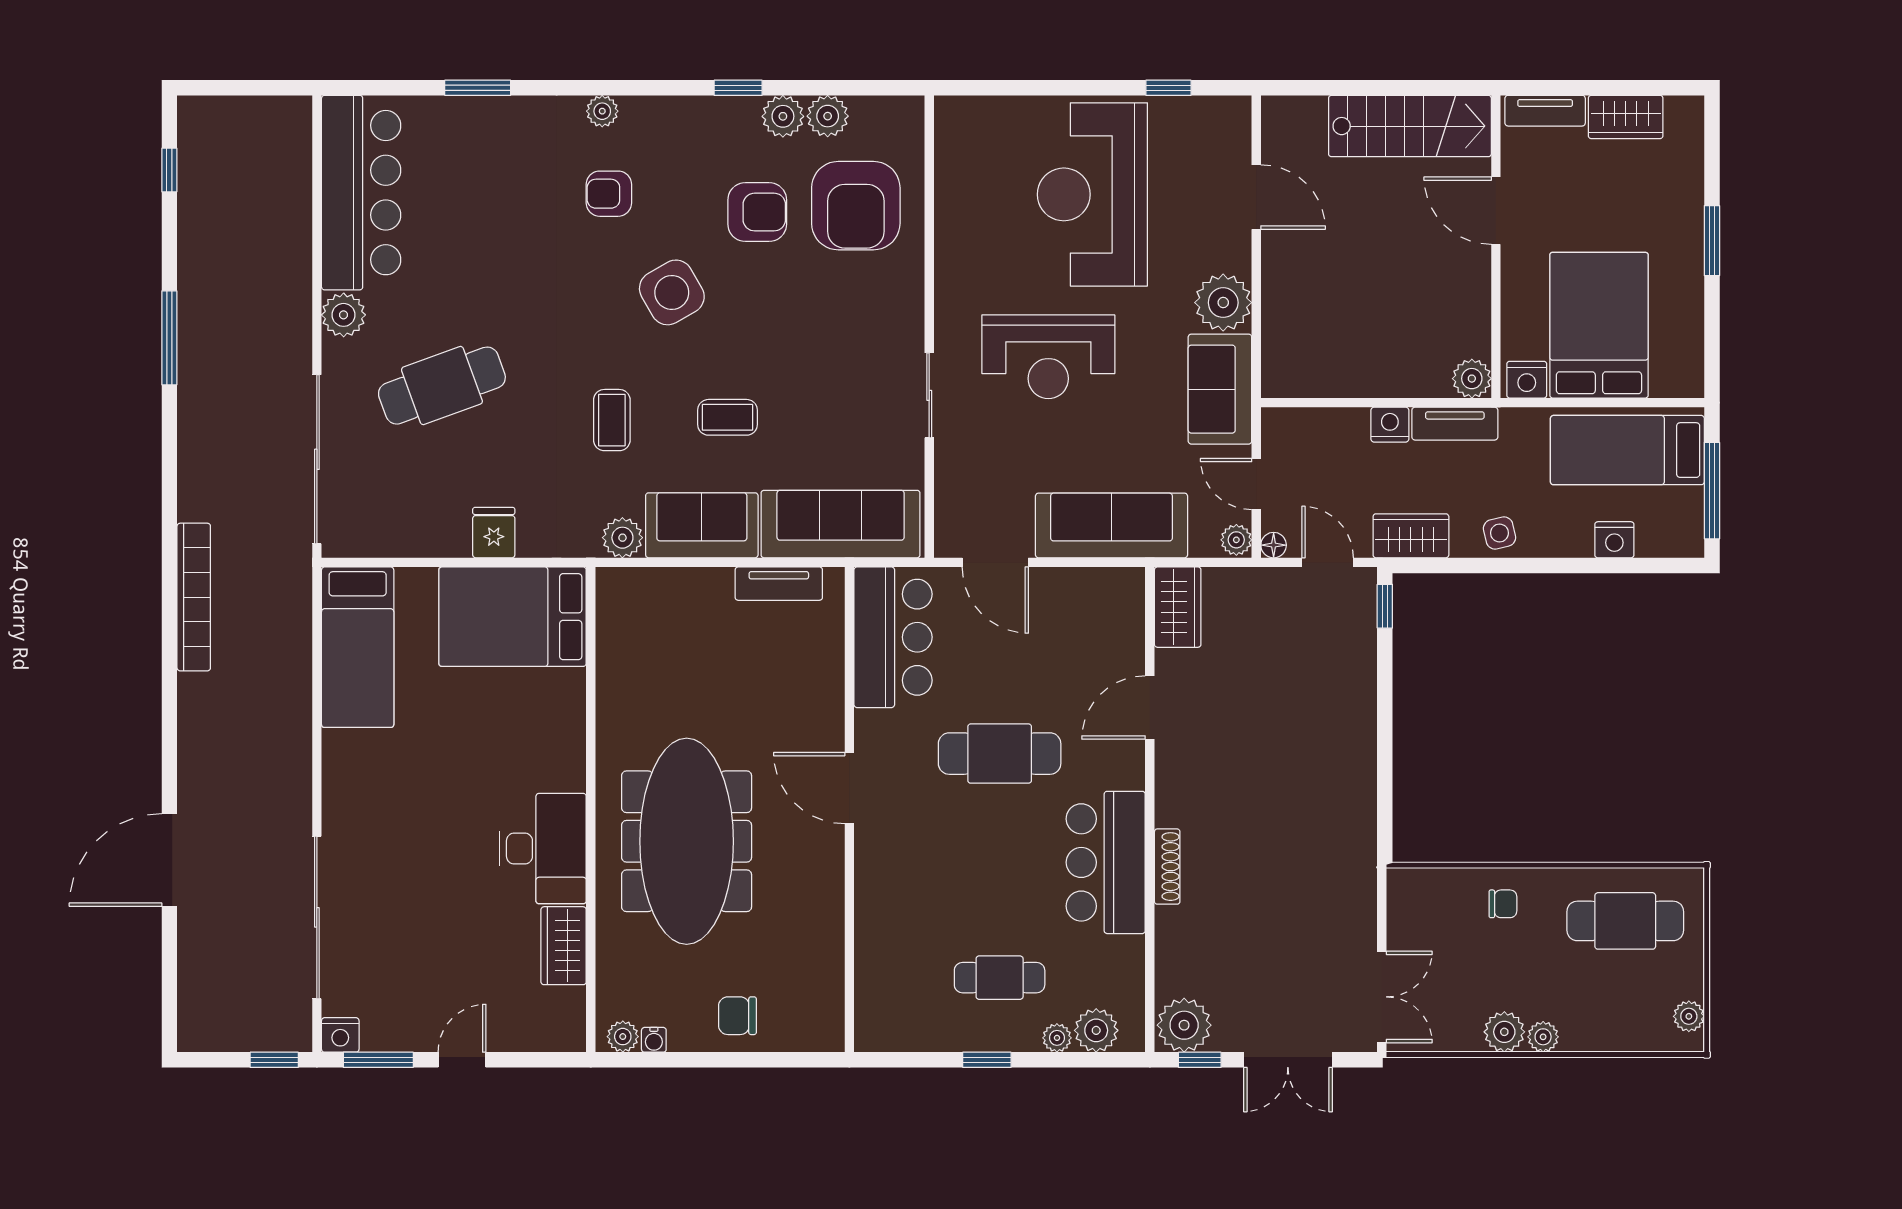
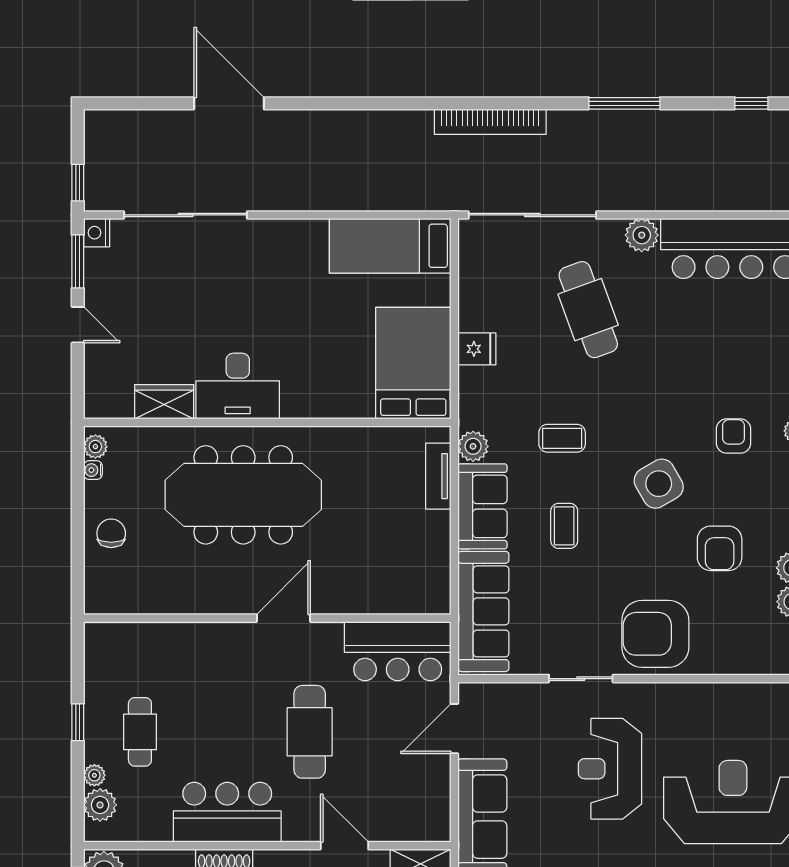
armchair: (856, 206) -> (655, 634), moved
tv unit: (779, 584) -> (438, 476), moved
bookcase: (194, 597) -> (490, 122), moved

